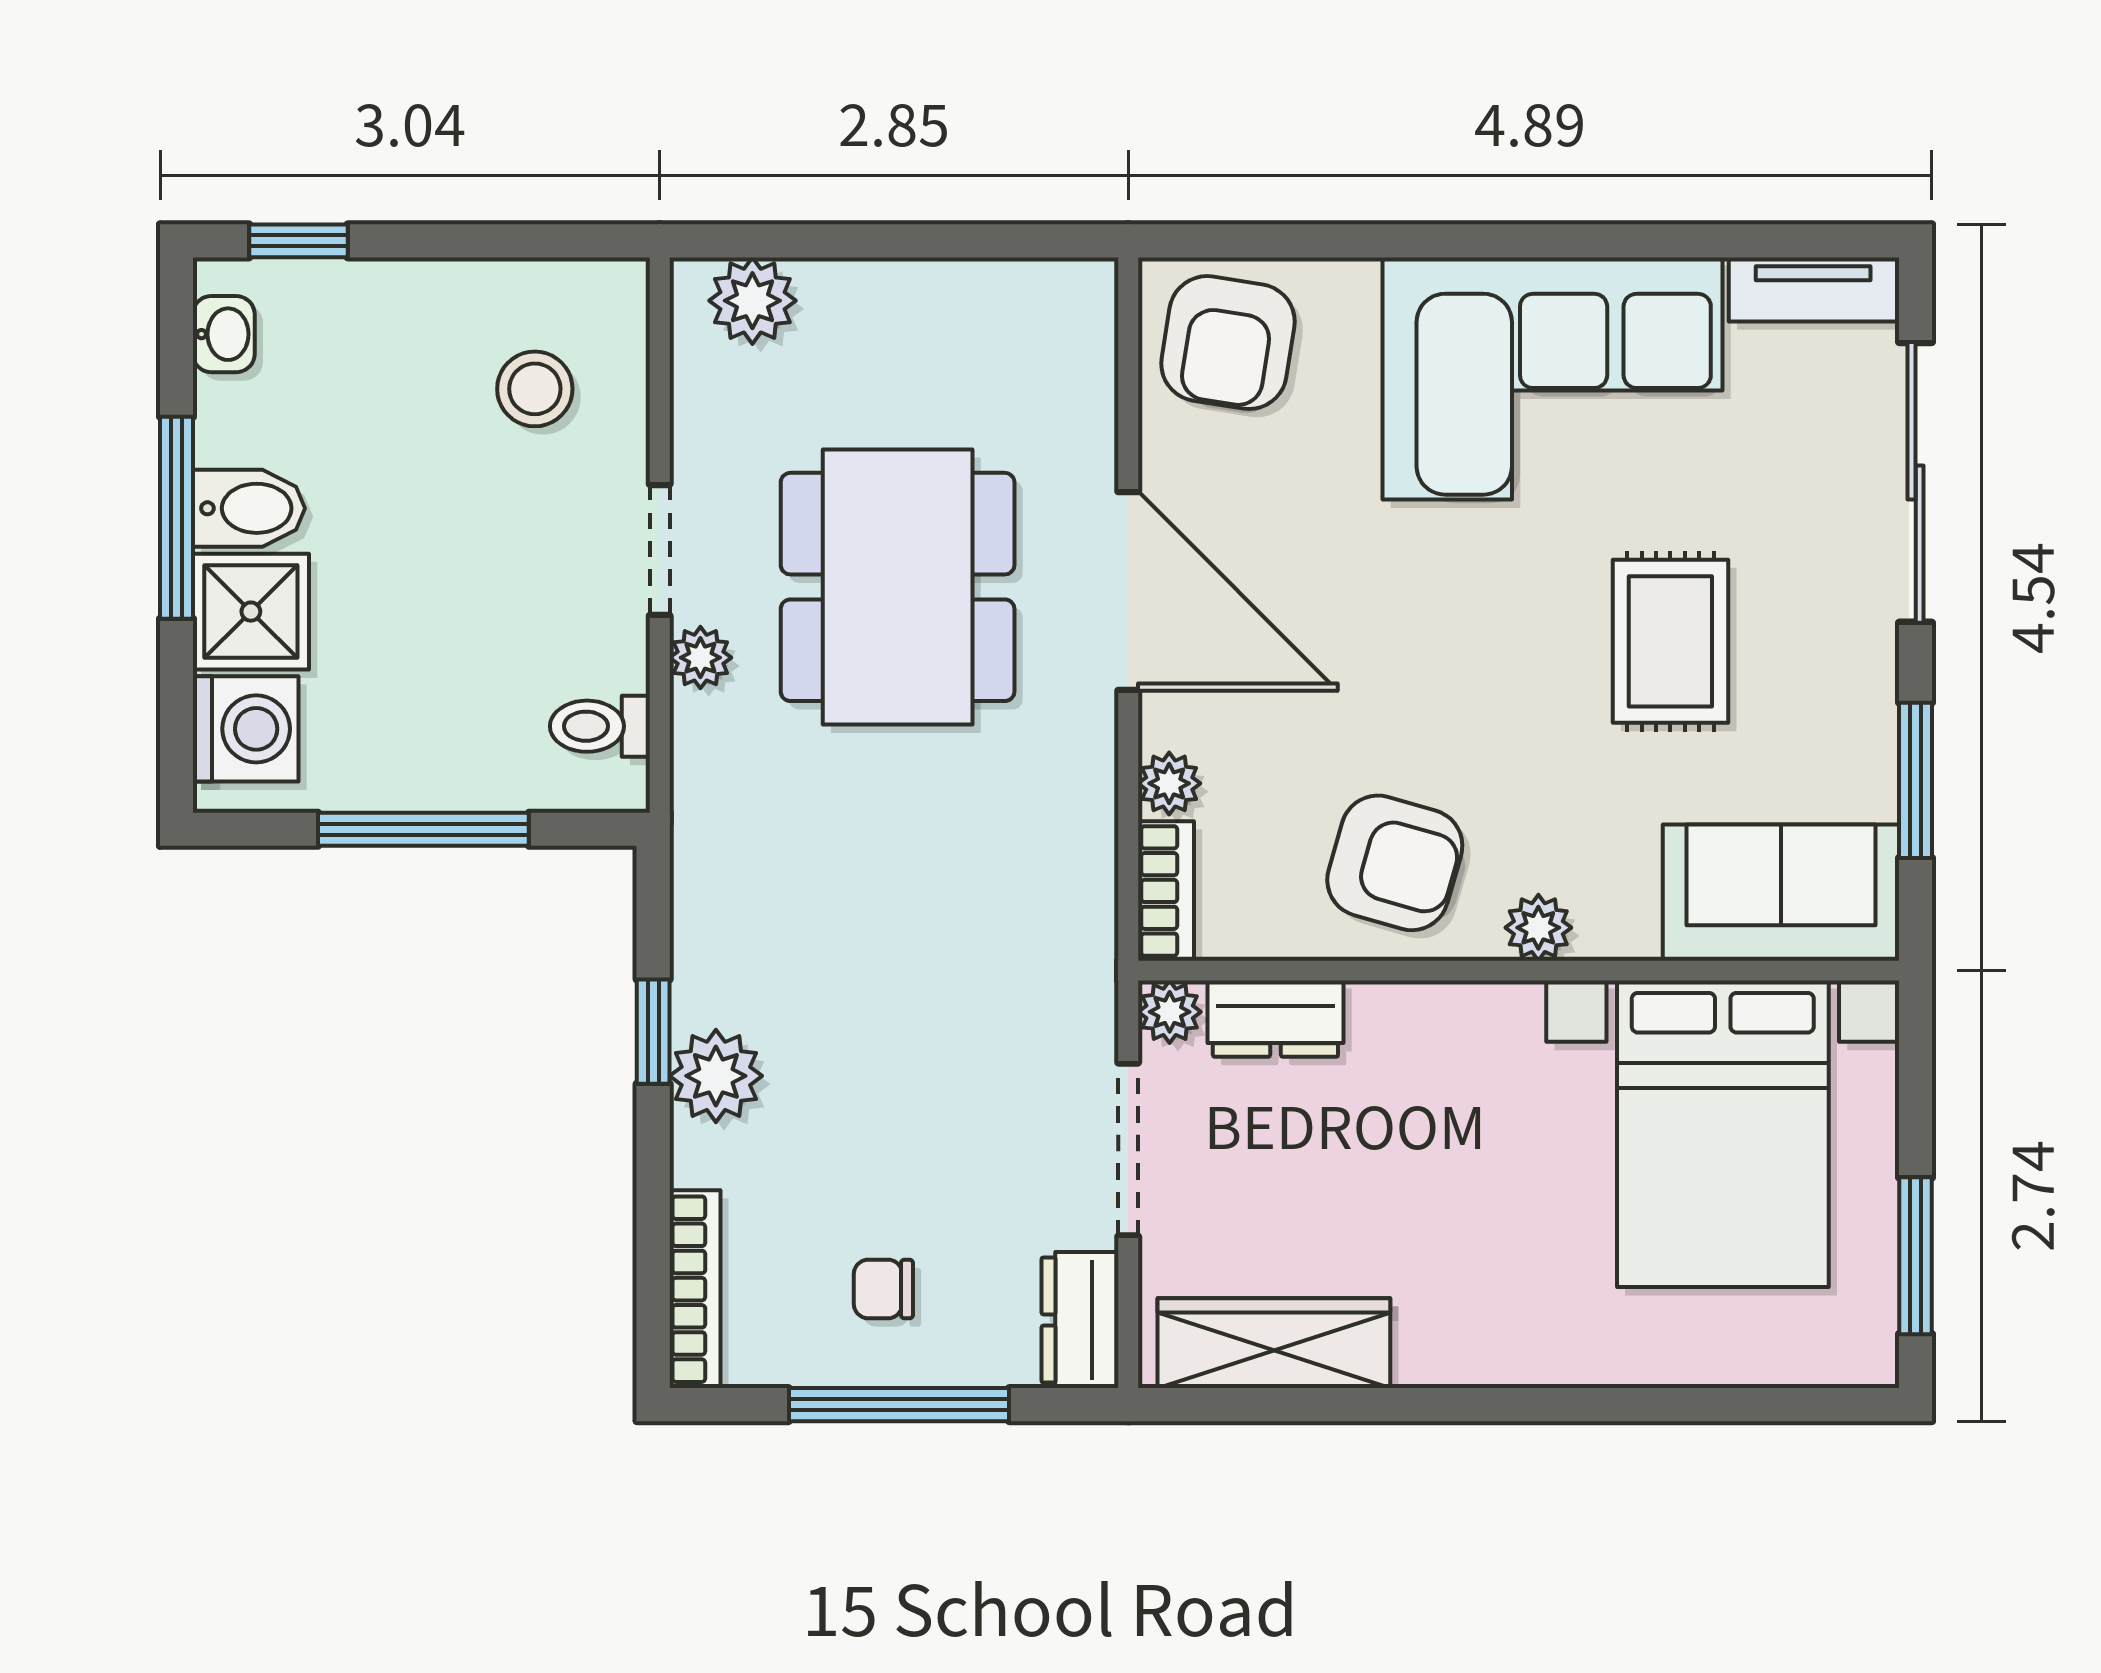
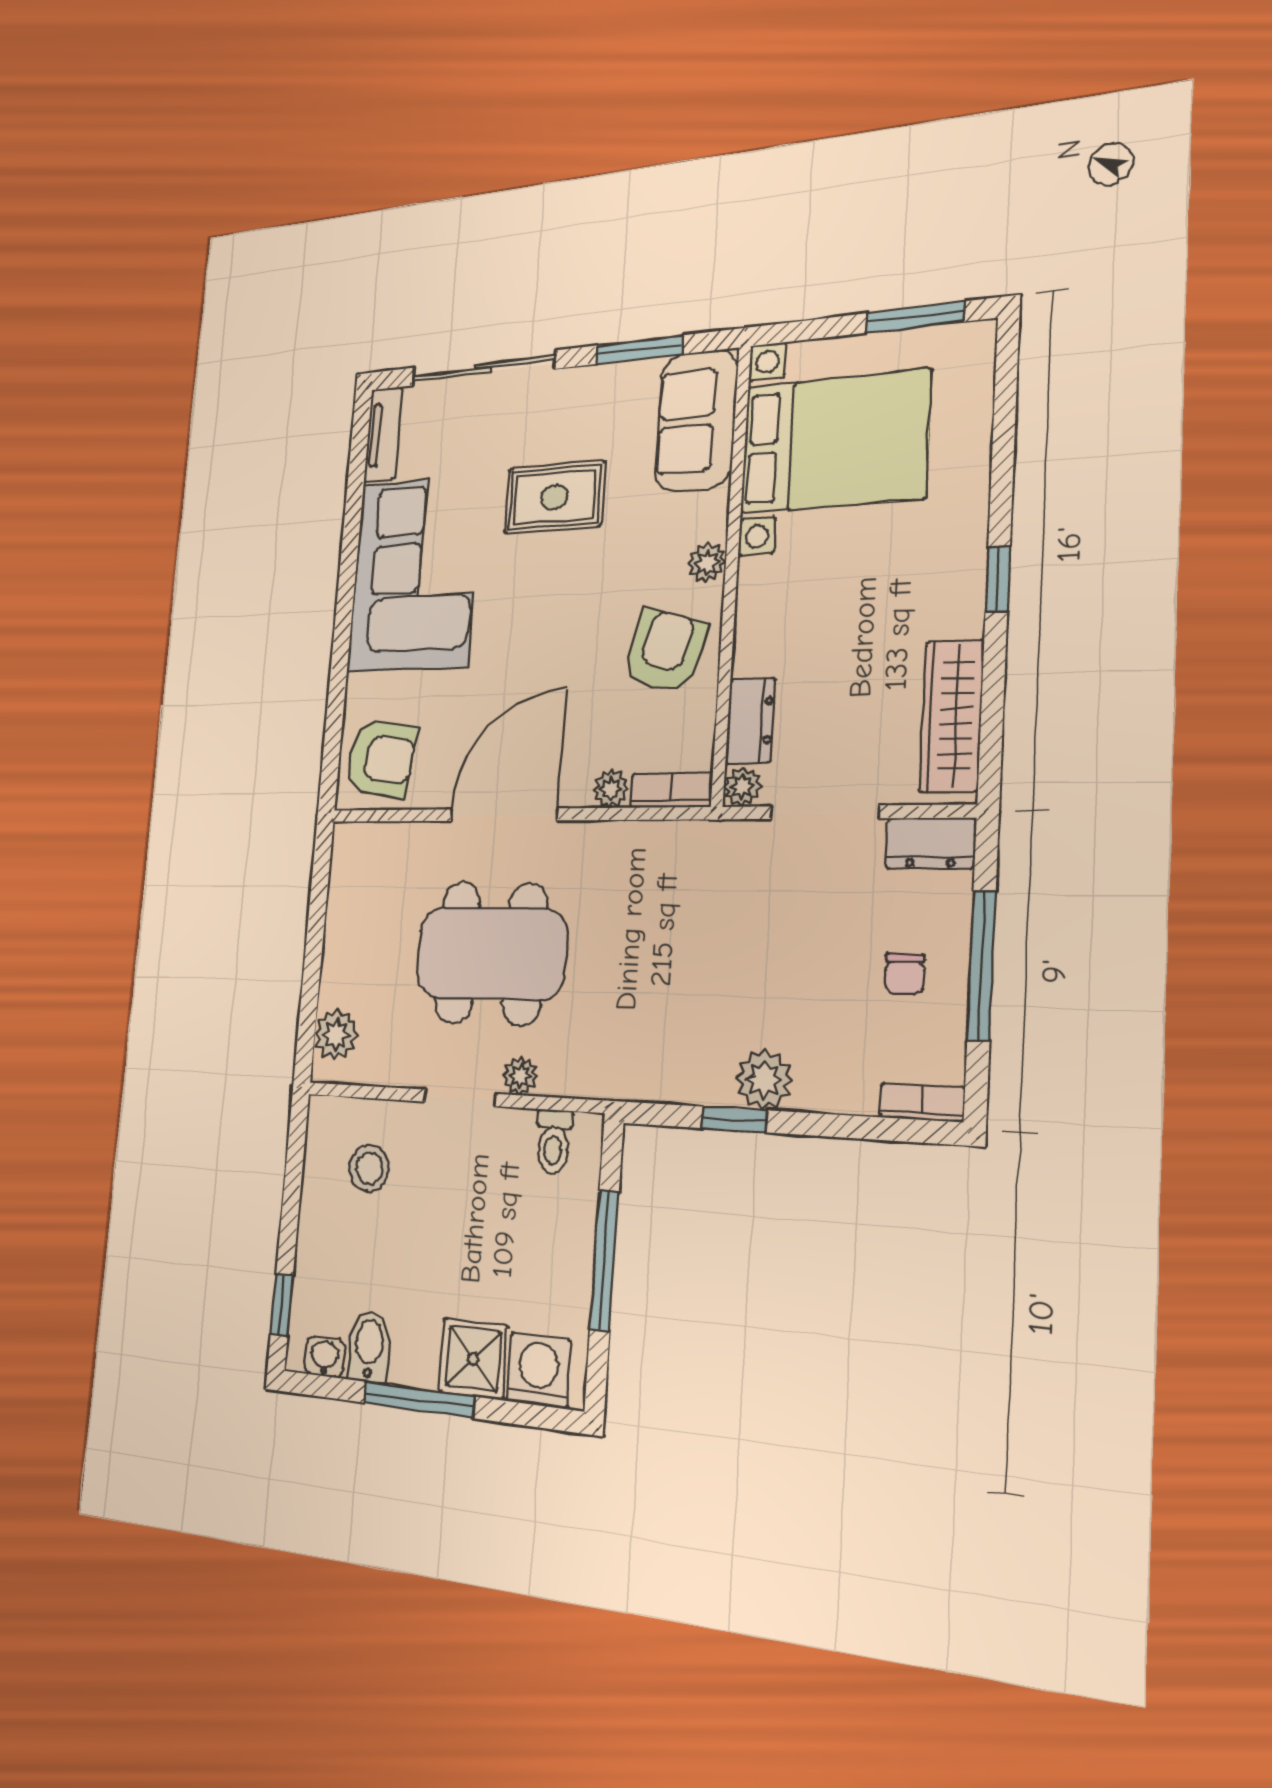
bidet: (249, 508) -> (369, 1347), moved
bookcase: (695, 1289) -> (922, 1102), width x0.64
window: (1483, 1405) -> (998, 579), added

